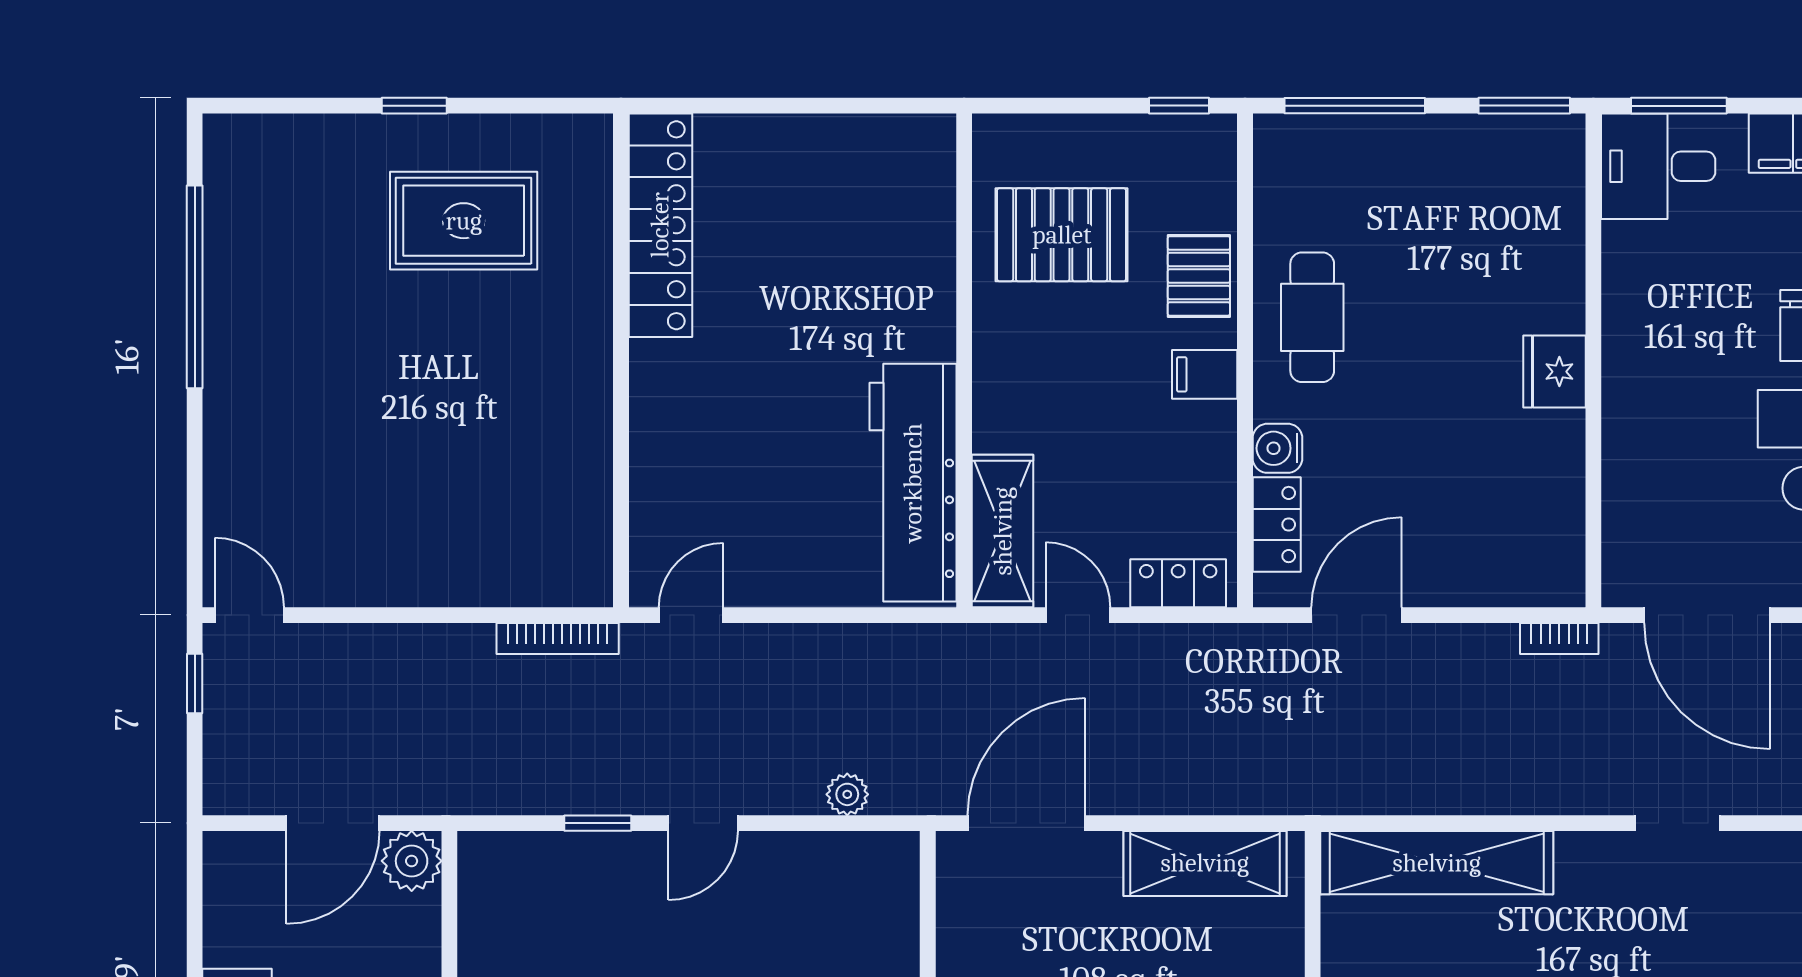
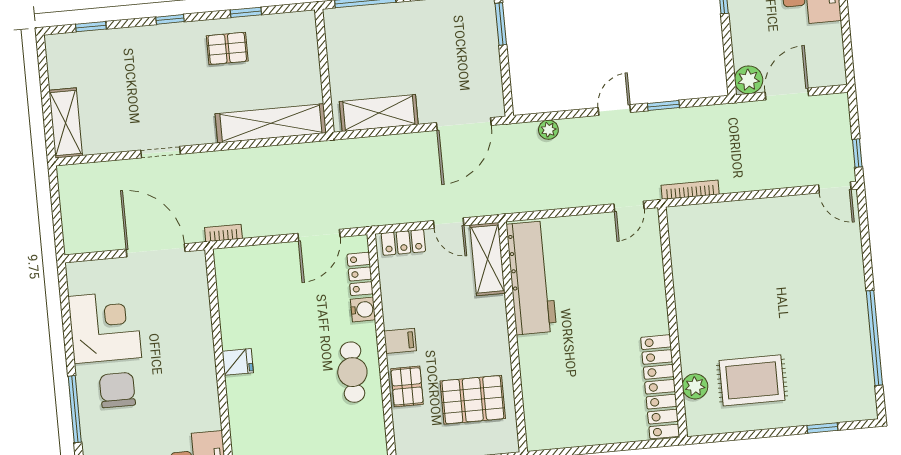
window: (414, 106) -> (822, 428), moved
plant: (586, 219) -> (695, 386), added
fridge: (1554, 372) -> (238, 362), width x0.72

